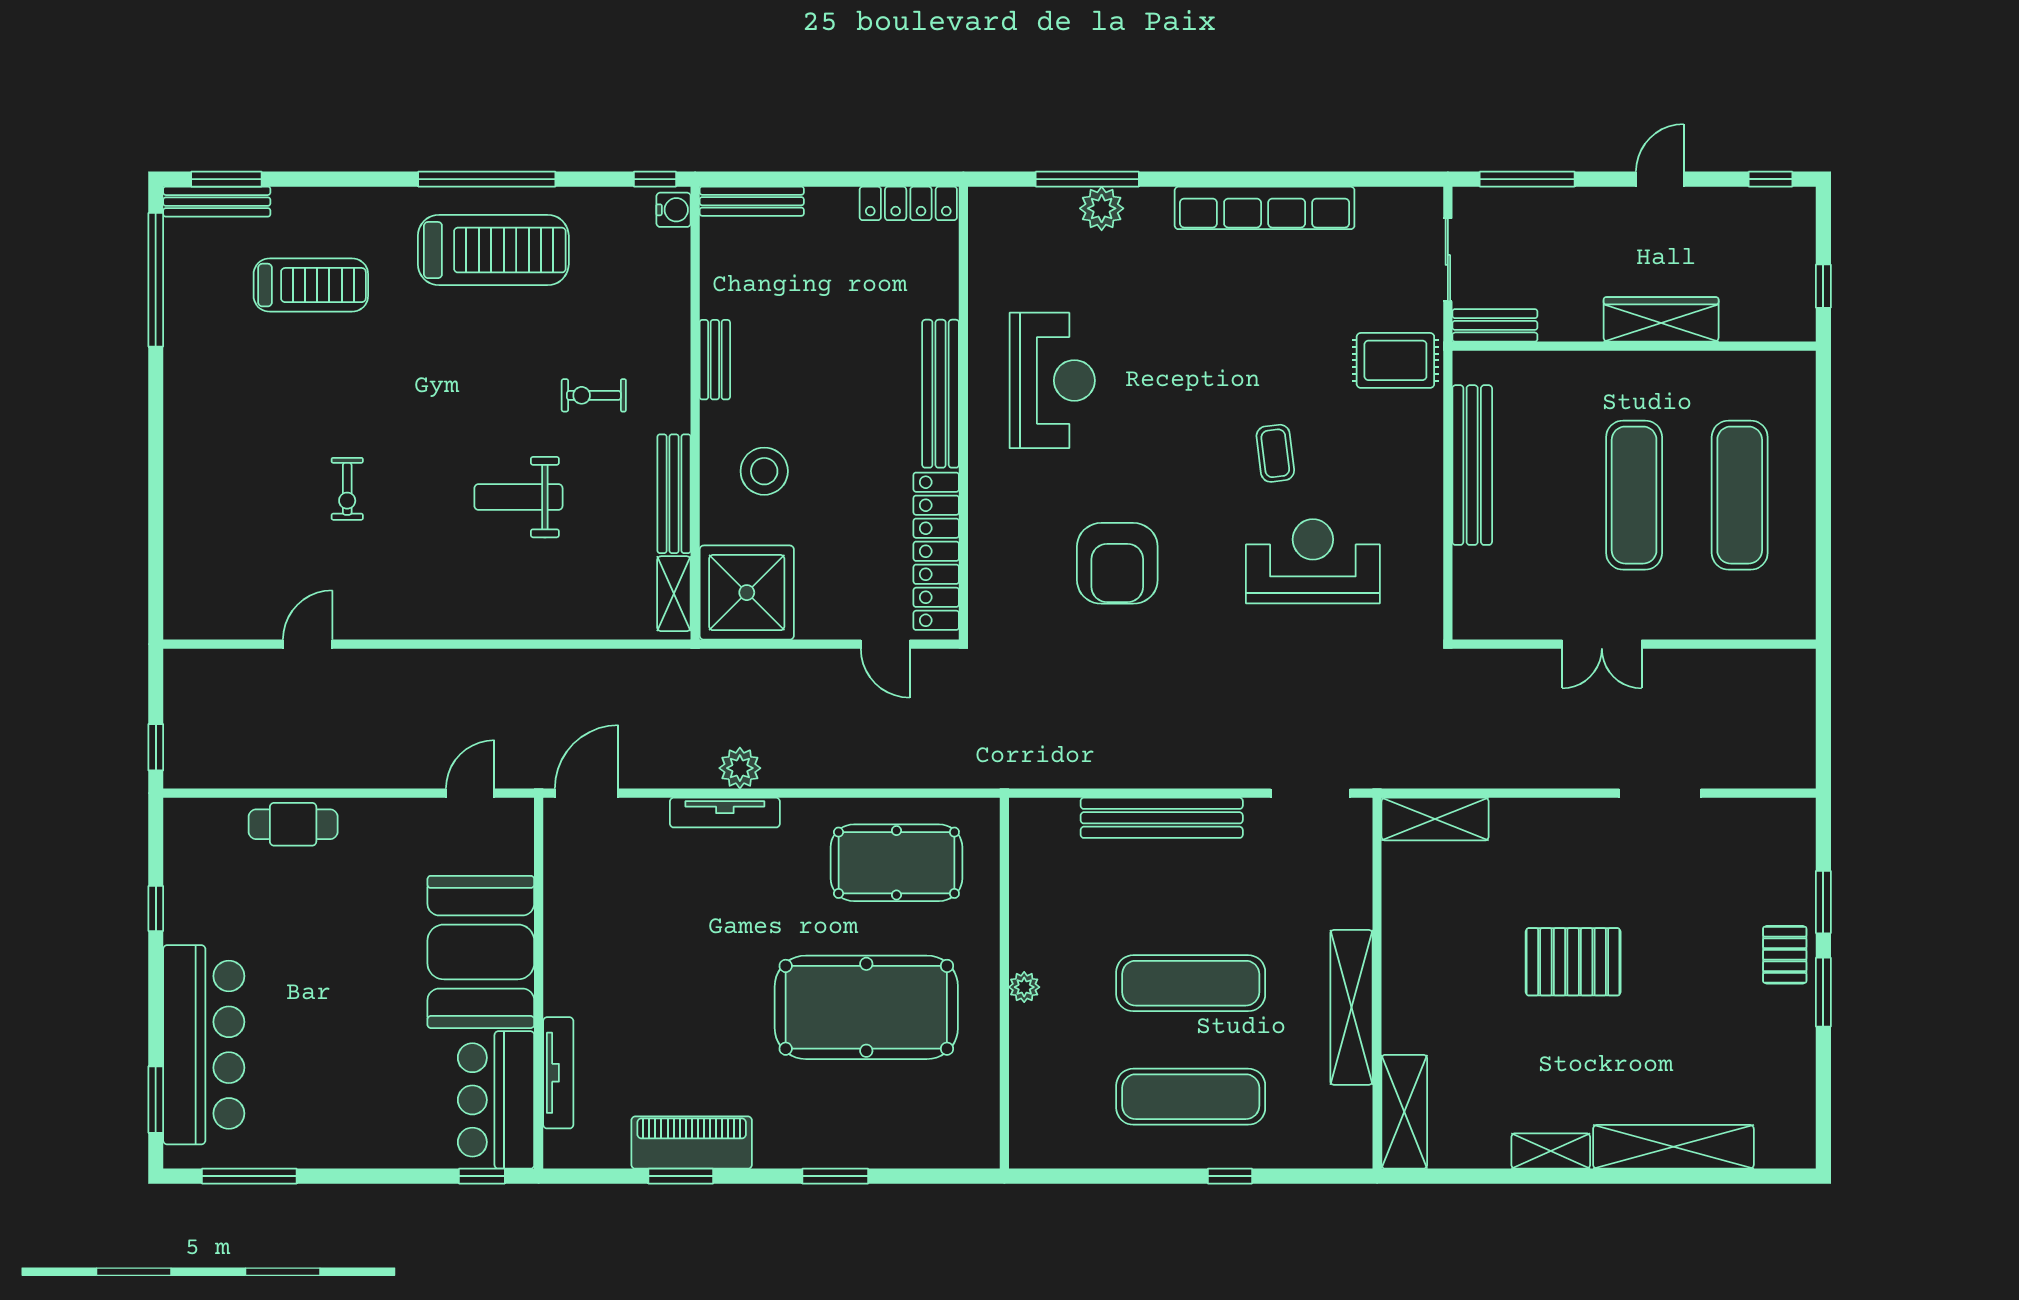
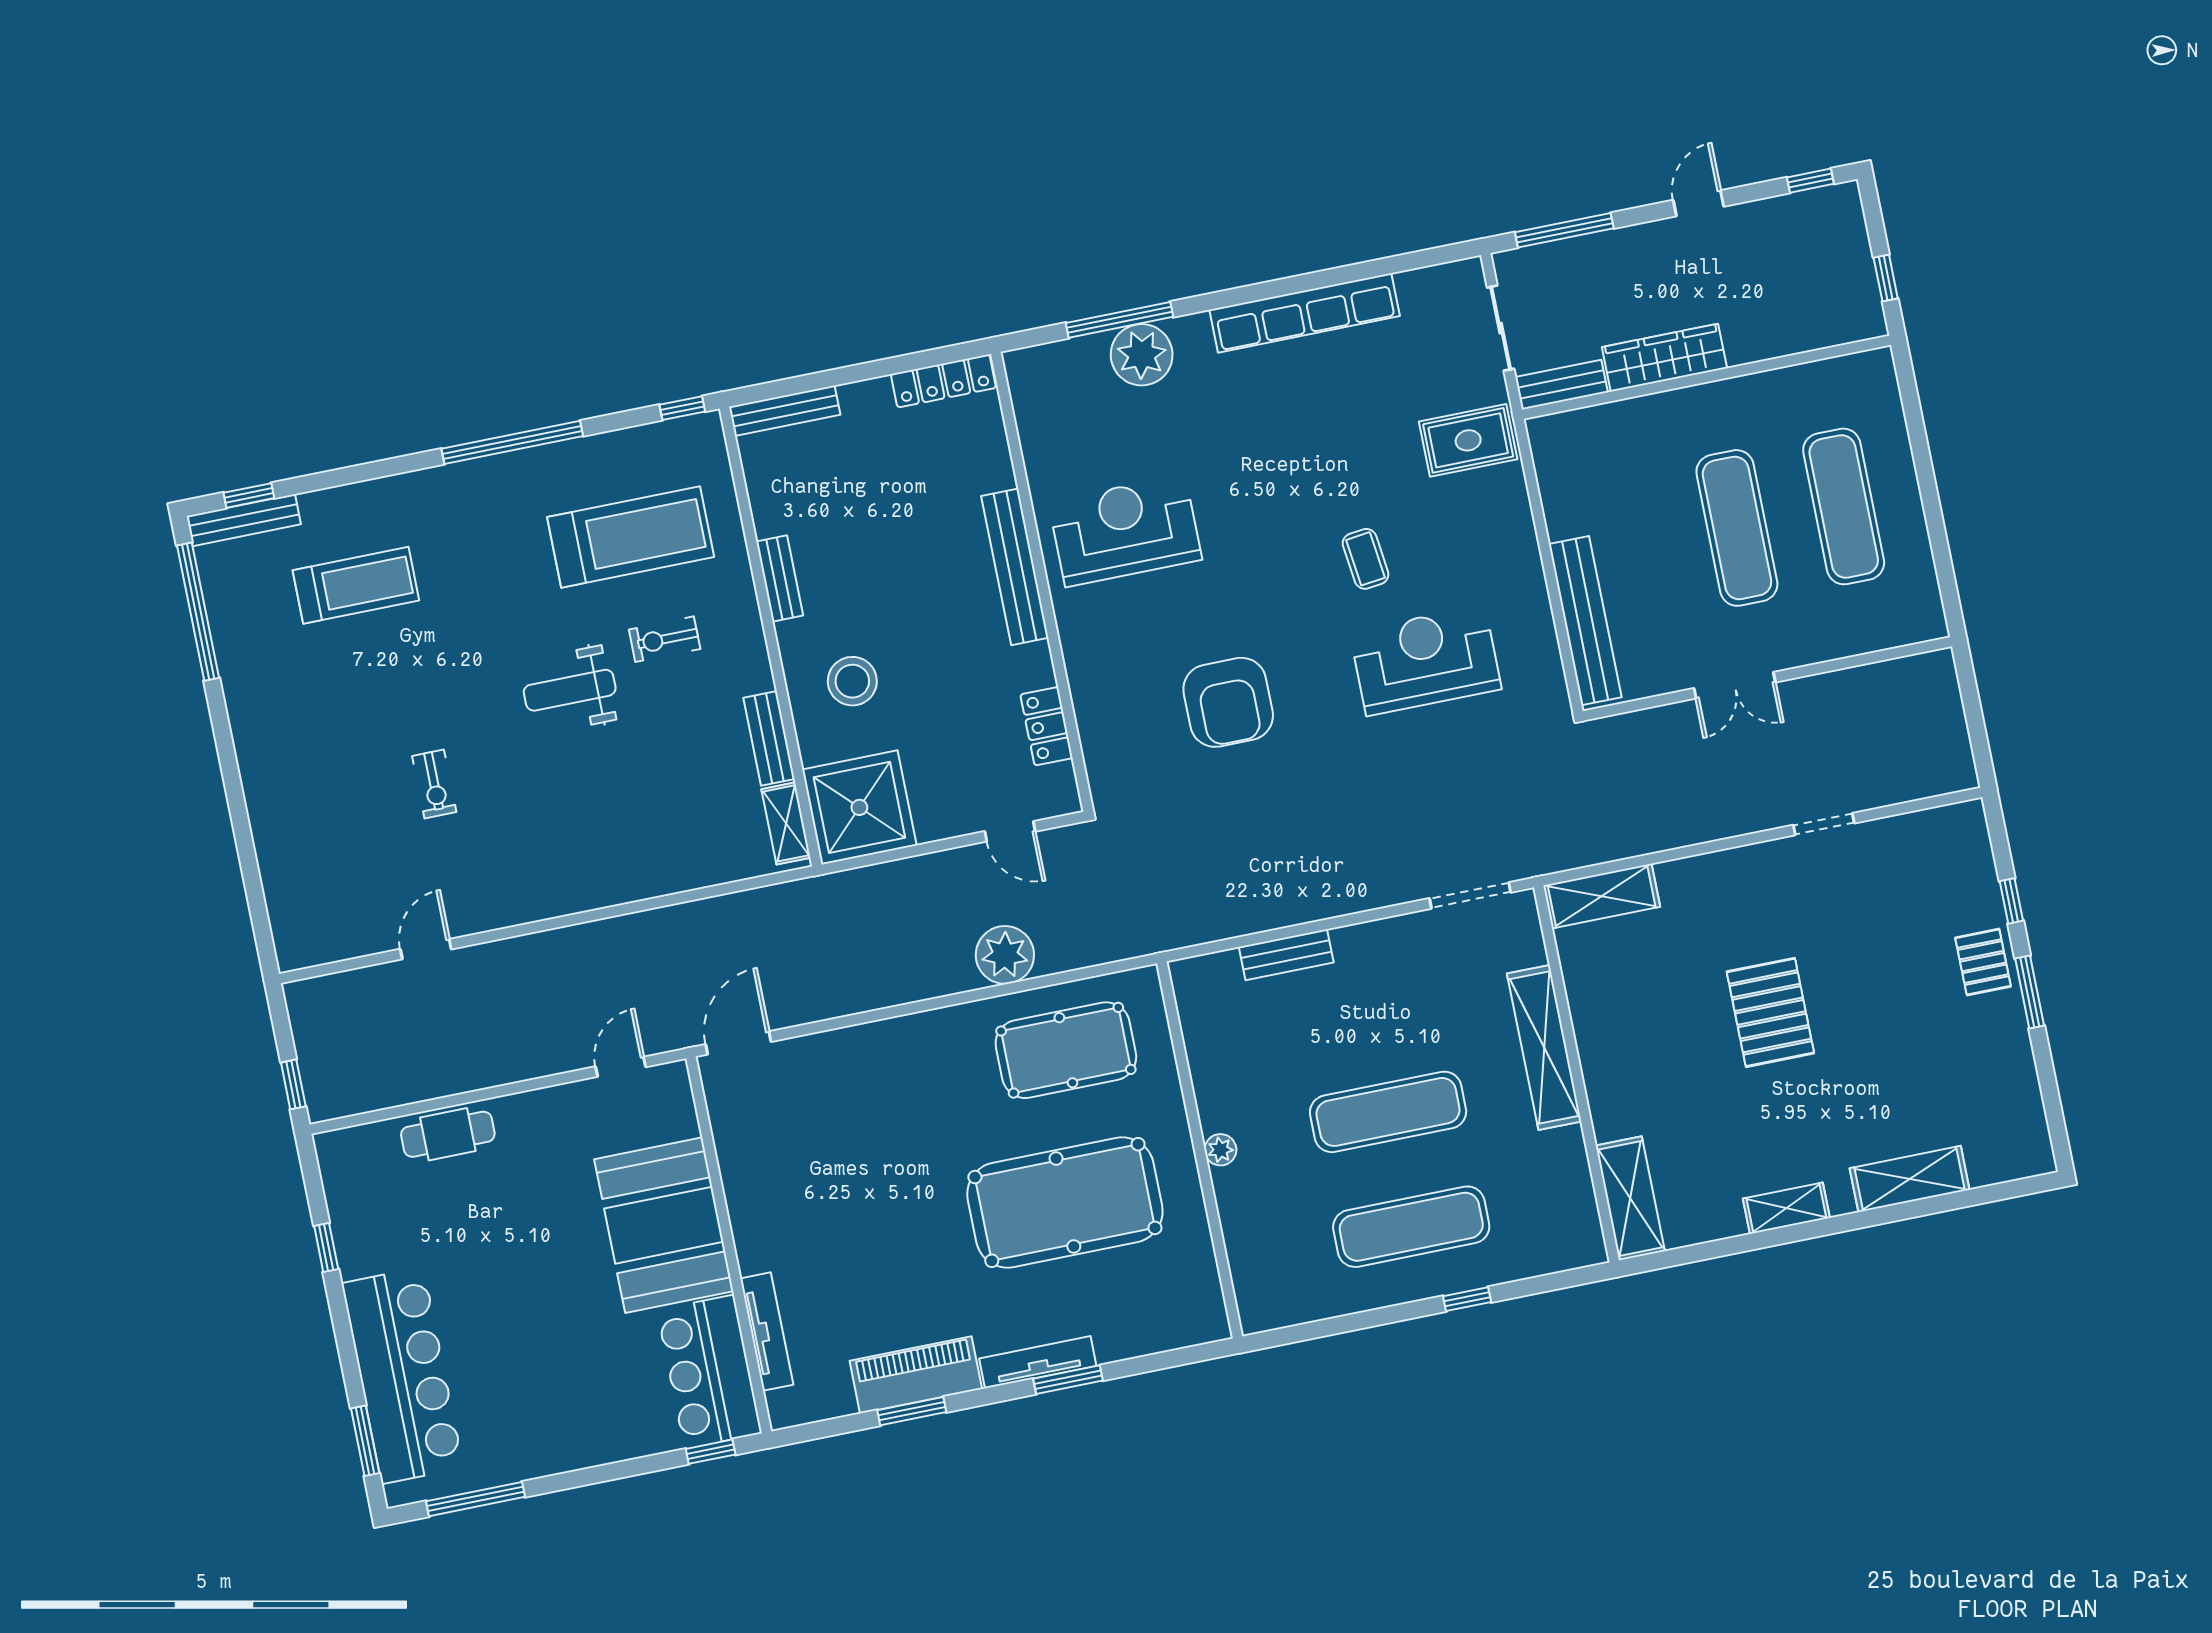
window: (226, 179) -> (249, 495), width x0.67
plant: (1102, 208) -> (1142, 355), width x1.36, depth x1.36
water cooler: (674, 210) -> (707, 435), removed
treadmill: (493, 250) -> (631, 537), moved
wardrobe: (1661, 319) -> (1664, 358), moved
reception desk: (1052, 380) -> (1125, 531), turned -90
bench: (1472, 465) -> (1585, 621), moved
bench: (674, 494) -> (769, 738), width x0.73
weight bench: (518, 497) -> (570, 690), moved
locker: (936, 551) -> (1047, 726), width x0.46, depth x0.83
plant: (740, 768) -> (1005, 955), moved, width x1.36, depth x1.36
doorway: (1660, 793) -> (1824, 824), width x0.73
tv unit: (725, 813) -> (1038, 1362), moved, turned 180
bench: (1162, 818) -> (1286, 955), width x0.54, depth x0.82
window: (1823, 902) -> (2011, 901), width x0.67
pallet: (1573, 962) -> (1770, 1012), turned 90
shelving: (1351, 1007) -> (1544, 1048), moved
shelving: (1673, 1147) -> (1910, 1179), width x0.68

